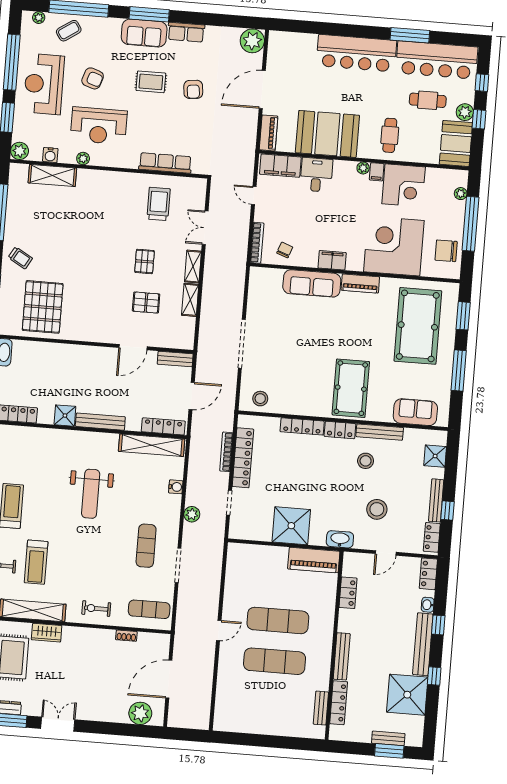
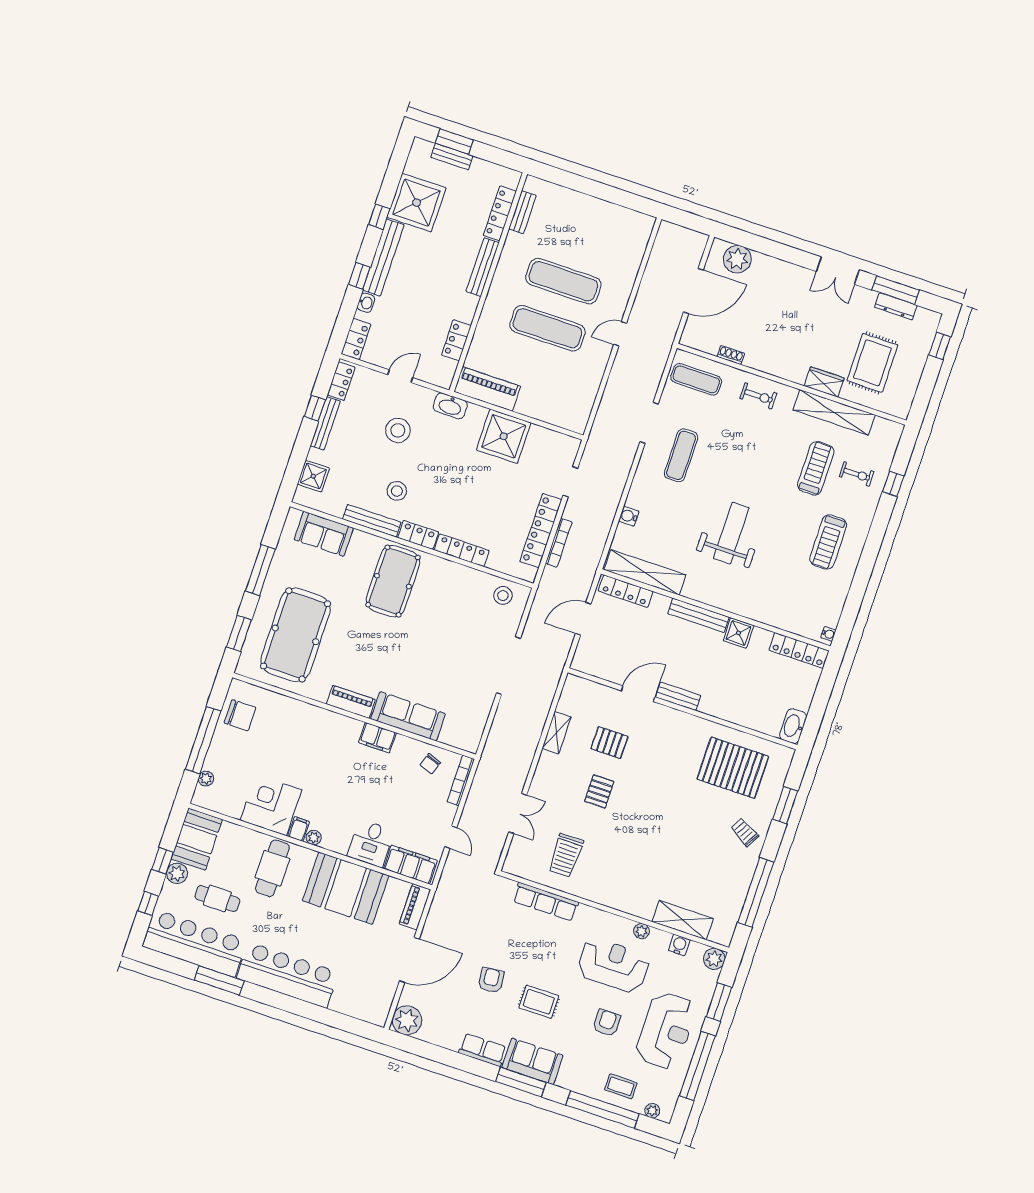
coffee table: (69, 31) -> (621, 1086), turned 34
armchair: (93, 78) -> (607, 1023), turned 72
cafe table: (390, 135) -> (272, 868), width x1.37, depth x1.35
corner desk: (394, 246) -> (300, 736), removed
shelving: (193, 267) -> (543, 771), removed
pallet: (43, 307) -> (733, 768), turned 90
bench: (175, 359) -> (678, 696), moved
plant: (192, 514) -> (618, 479), removed

